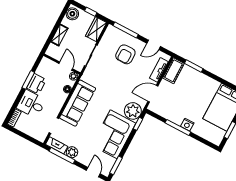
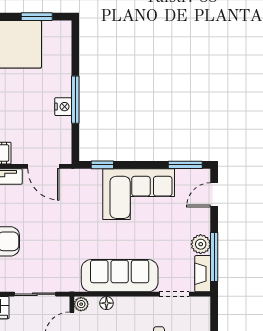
plant: (133, 111) -> (87, 183), removed
nightstand: (187, 125) -> (63, 107), moved

